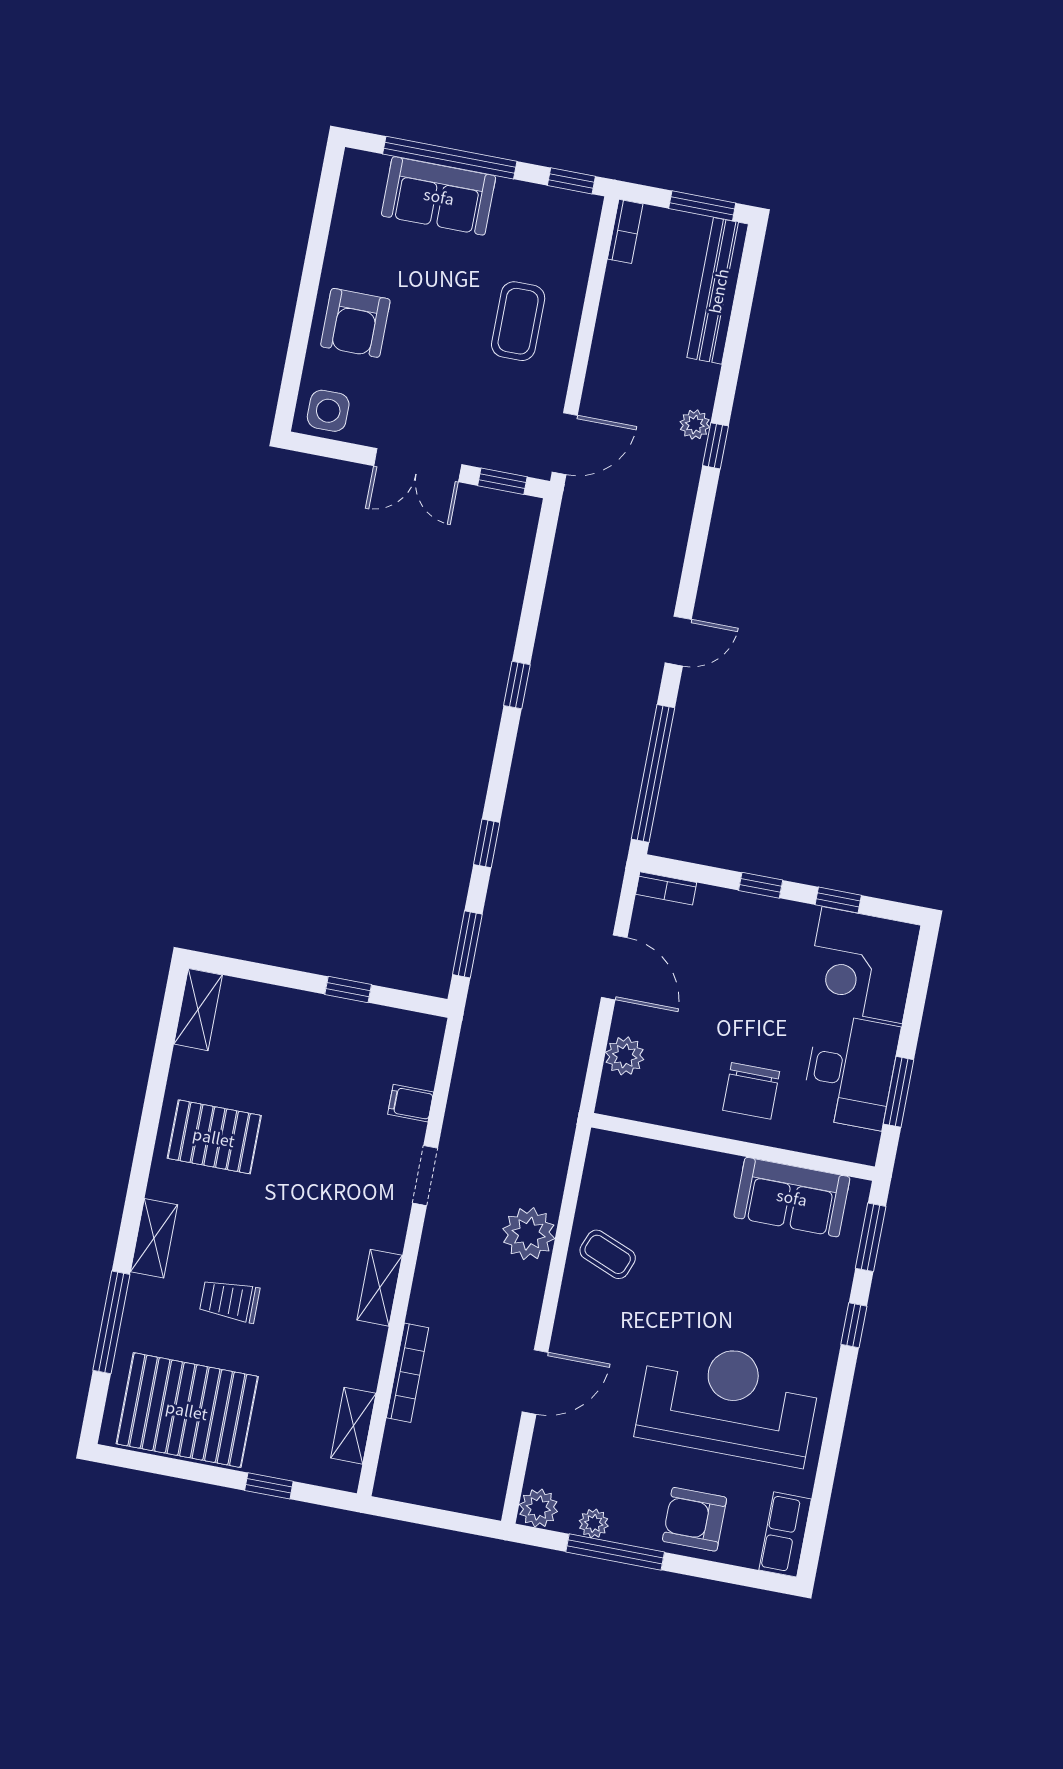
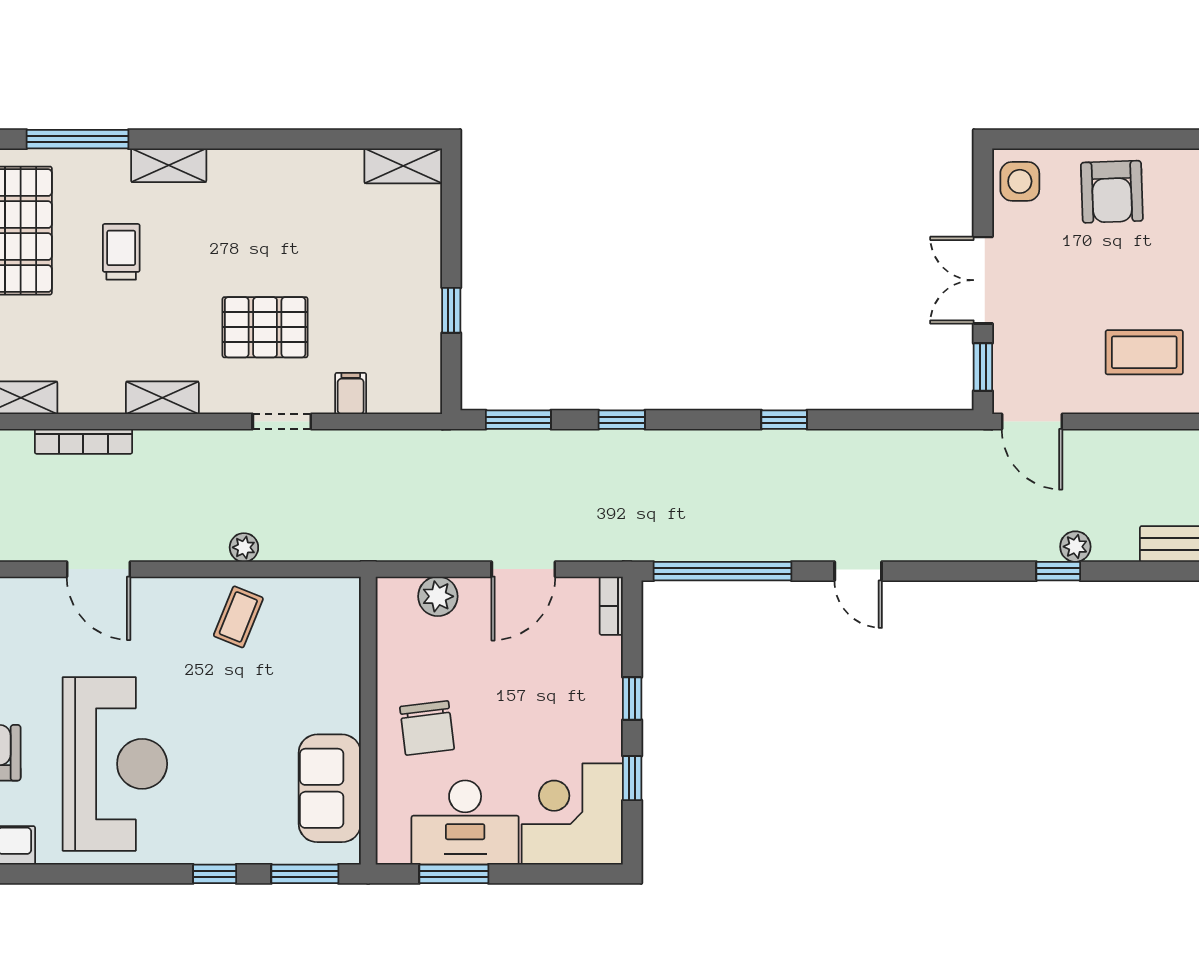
armchair: (355, 323) -> (1112, 192), turned -92
chair: (751, 1091) -> (427, 728), turned -97
pallet: (214, 1137) -> (265, 327), moved, turned 90
plant: (529, 1234) -> (244, 547), width x0.53, depth x0.53

